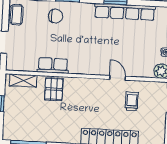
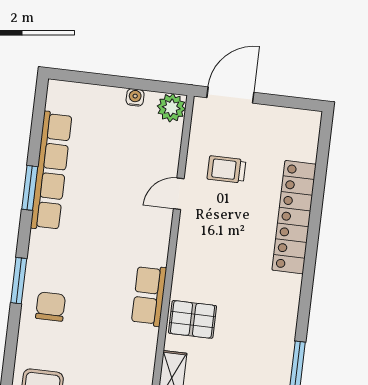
row of seats: (53, 65) -> (149, 296), moved

